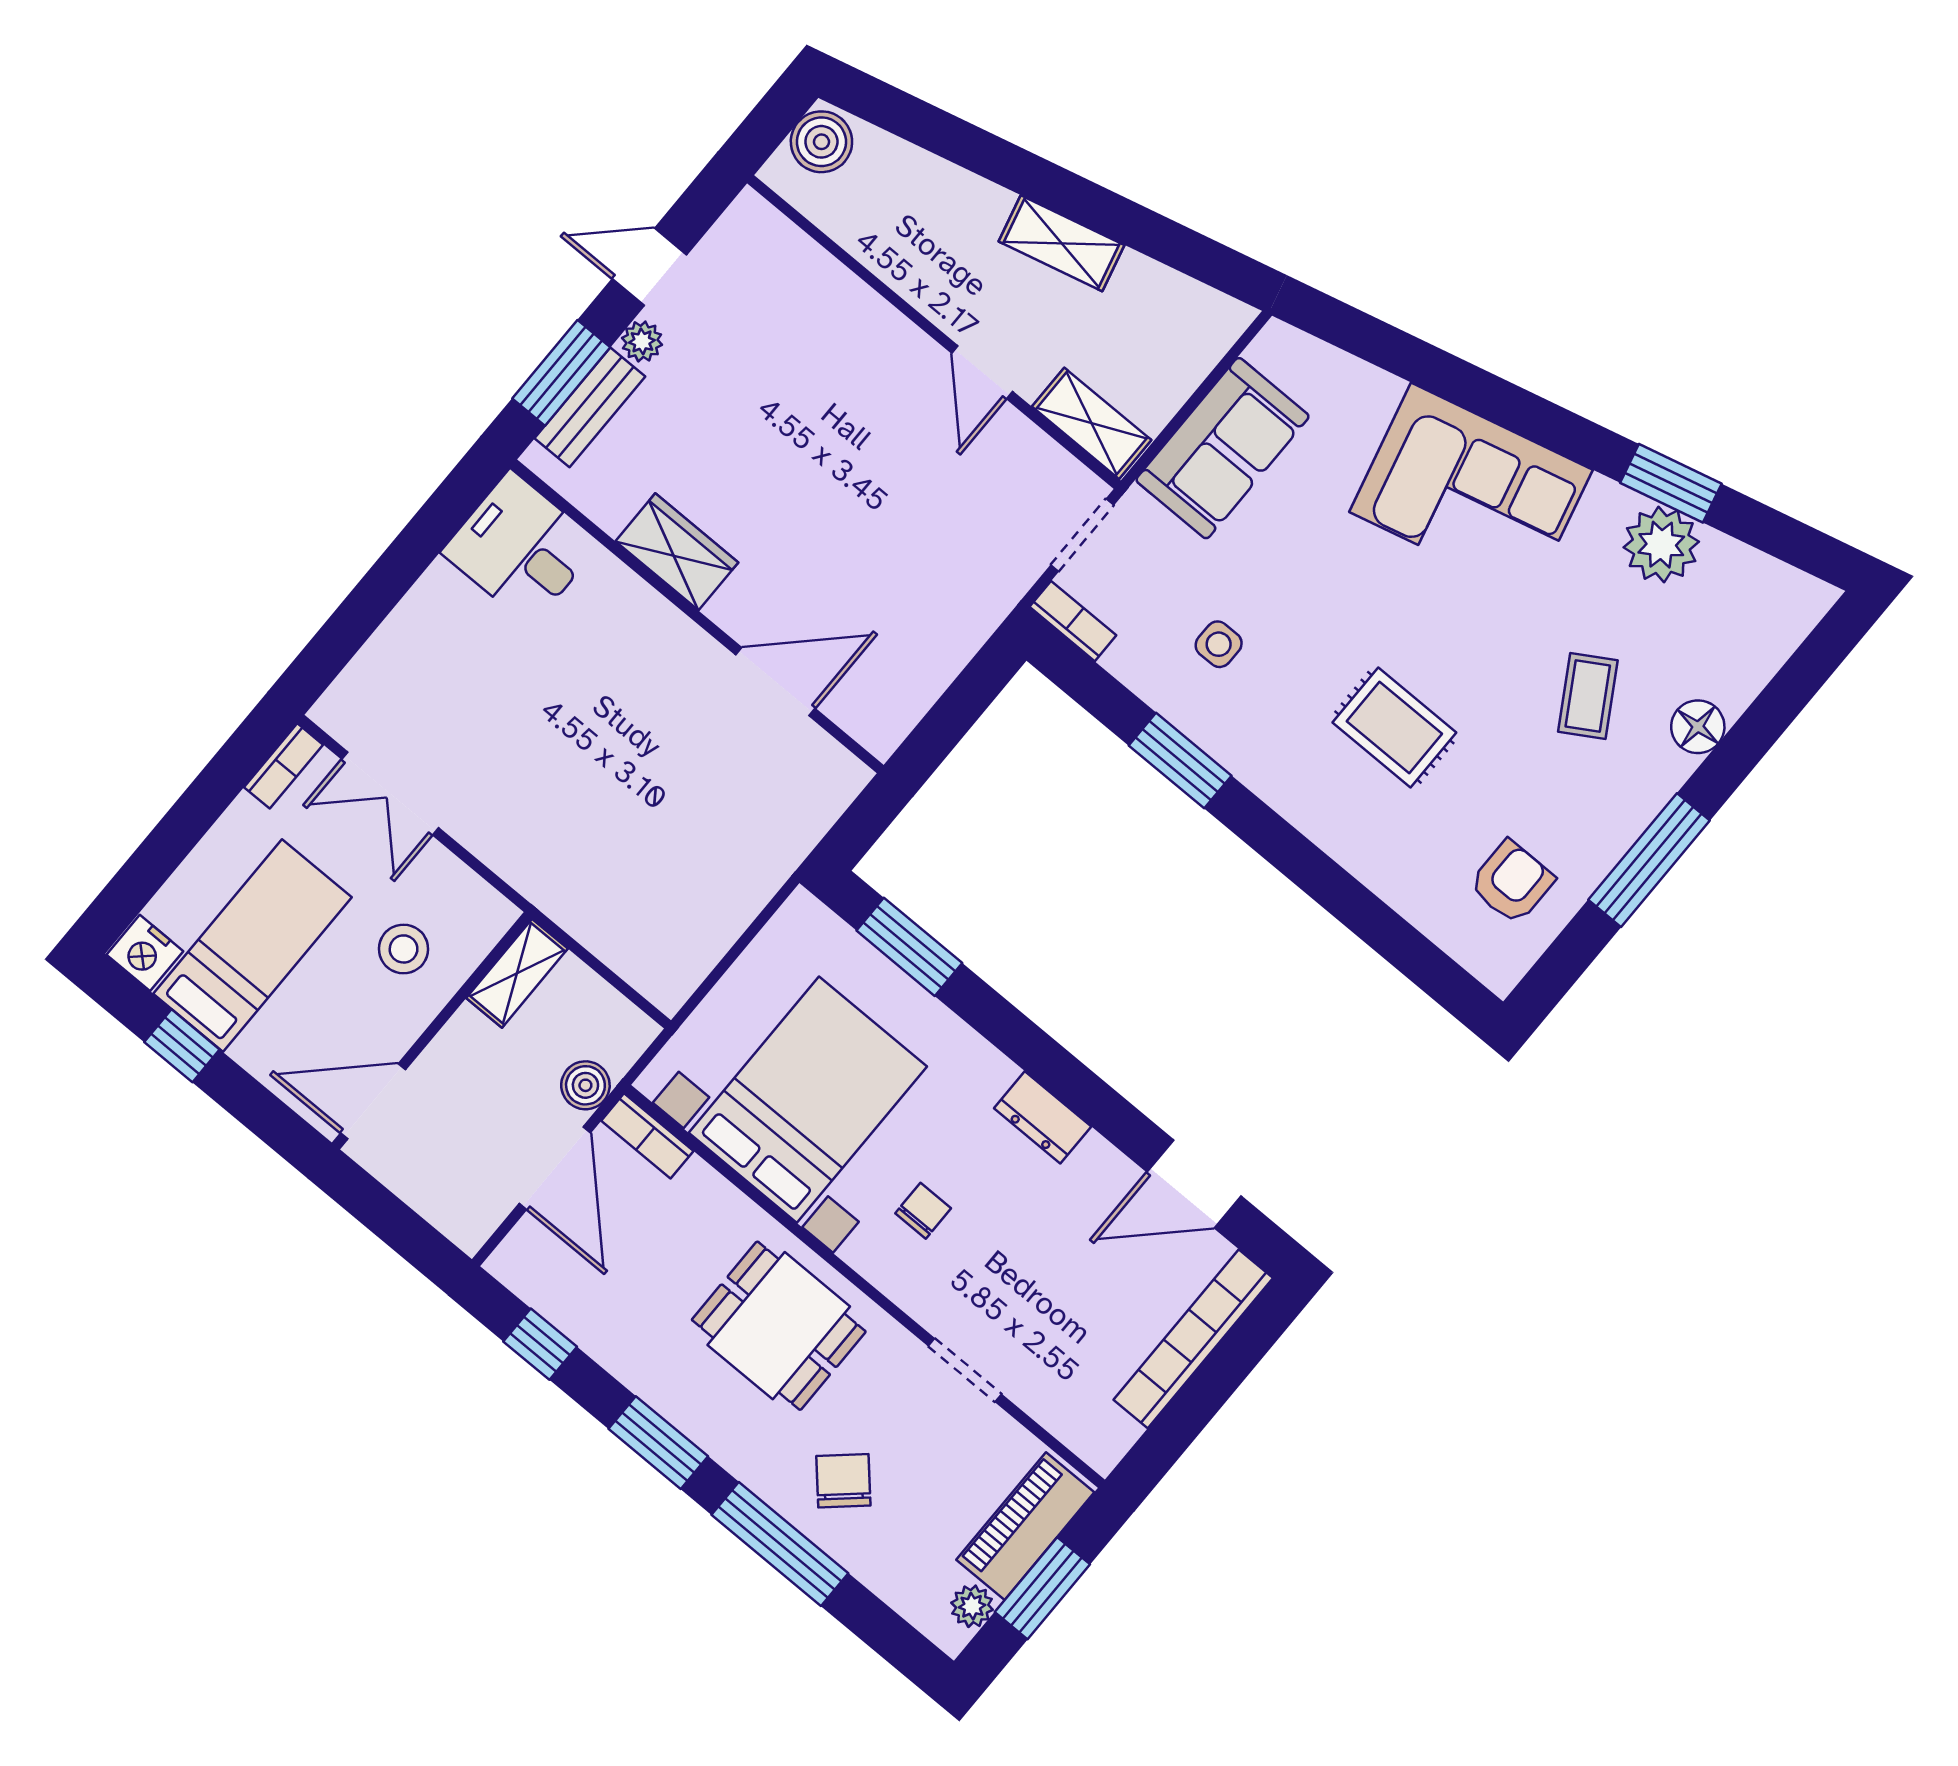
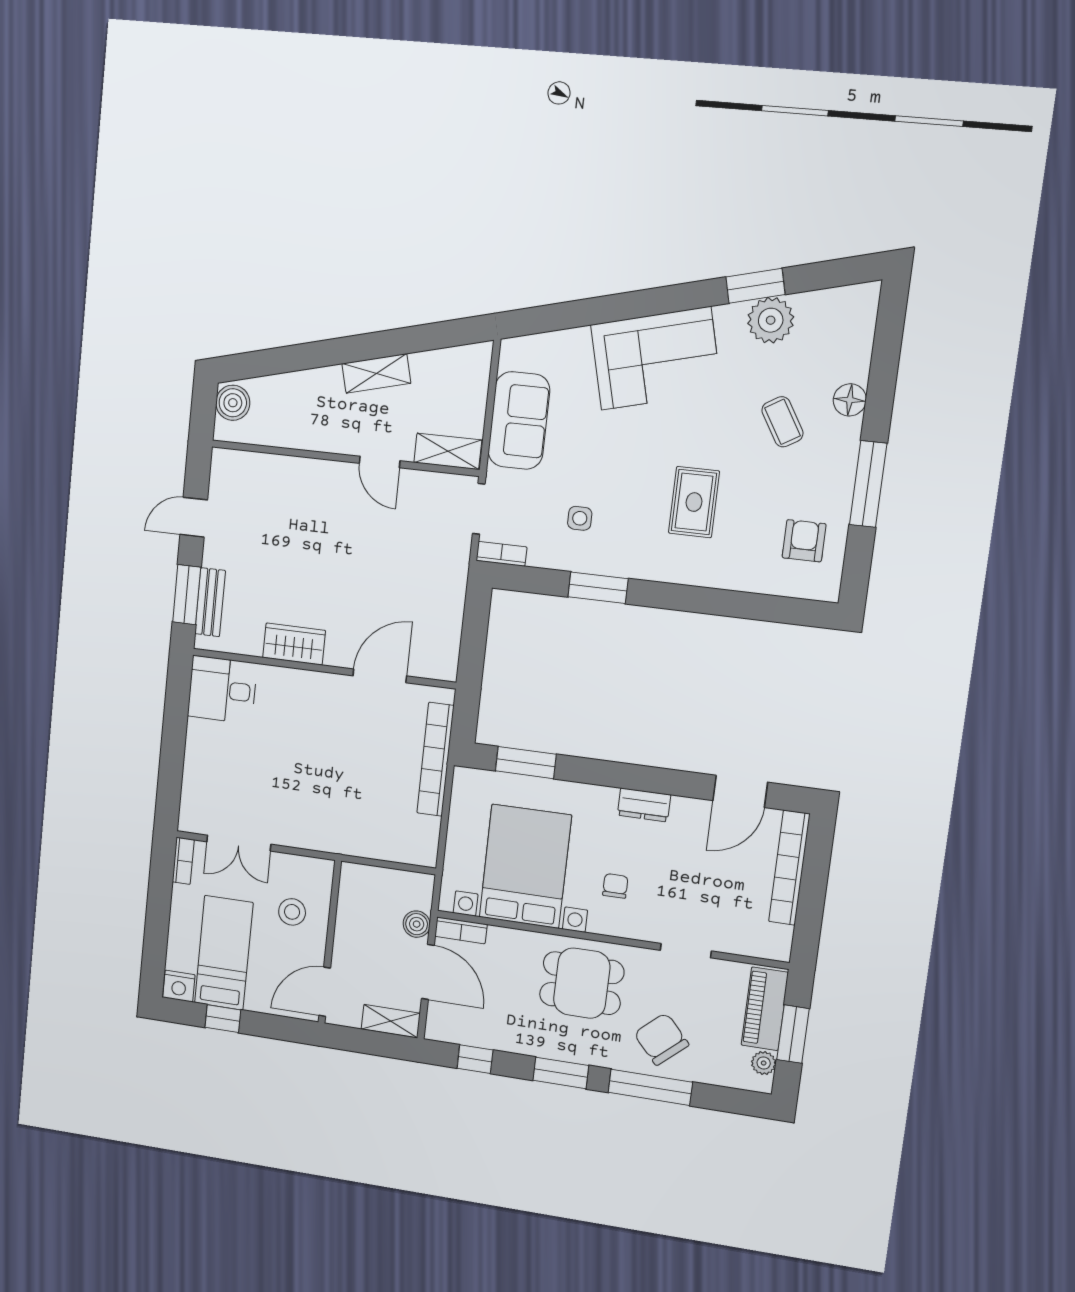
plant: (642, 341) -> (213, 555), removed
rug: (1394, 727) -> (694, 502), turned 90
bookcase: (778, 857) -> (435, 759), added
shelving: (517, 973) -> (391, 1021), moved, turned 90
chair: (843, 1481) -> (661, 1039), width x1.37, depth x1.37

